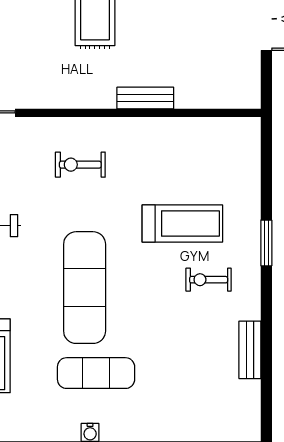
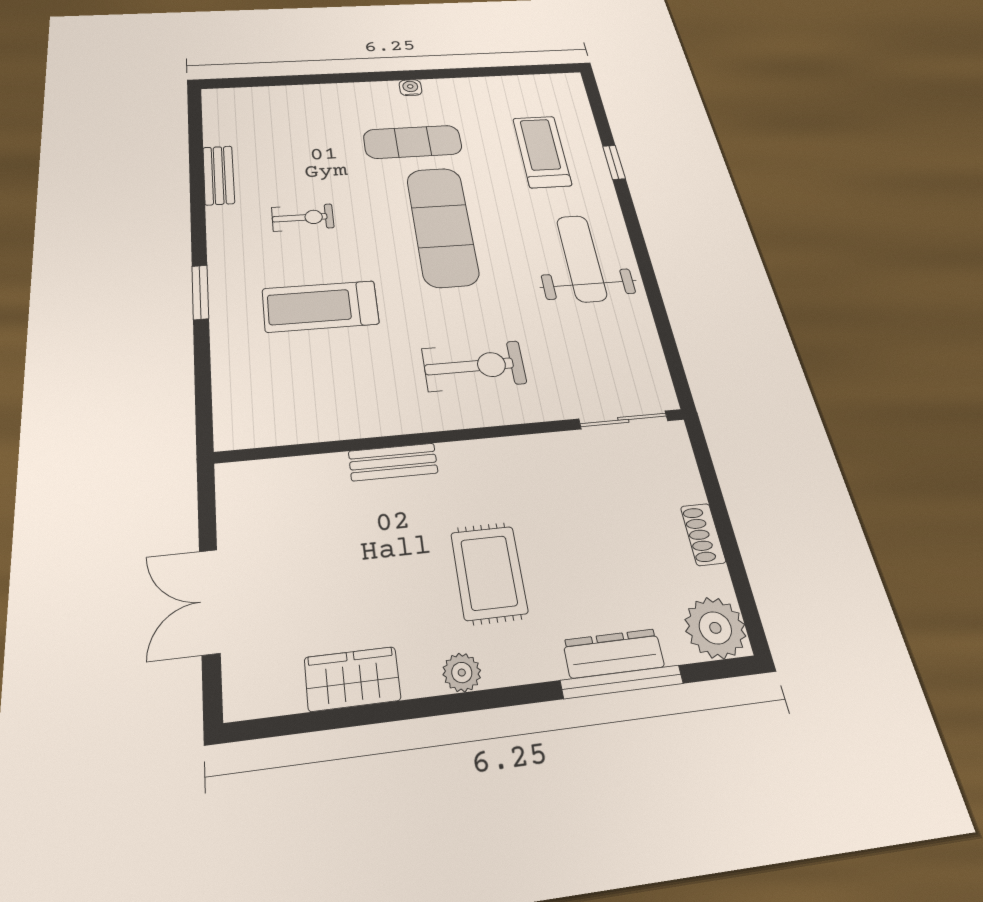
exercise bike: (80, 165) -> (474, 366), width x1.38, depth x1.39
exercise bike: (209, 280) -> (303, 218), moved

